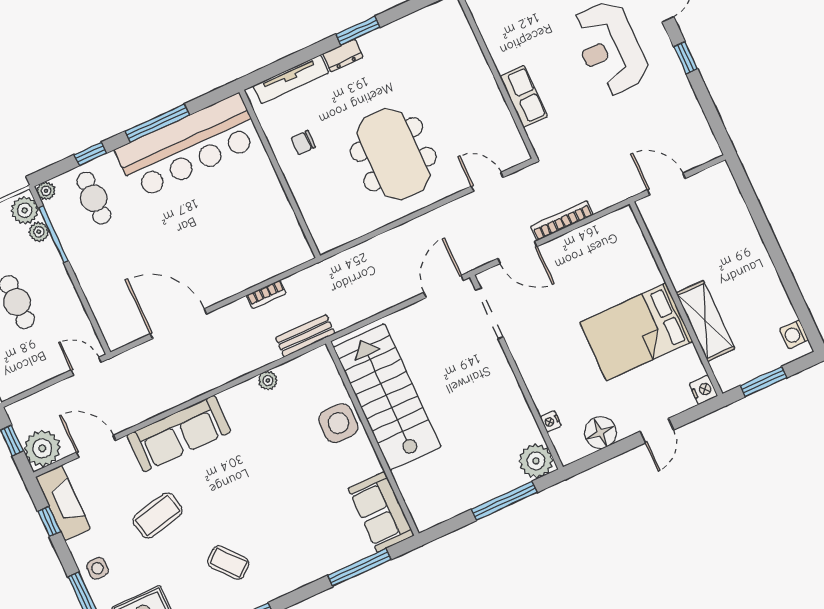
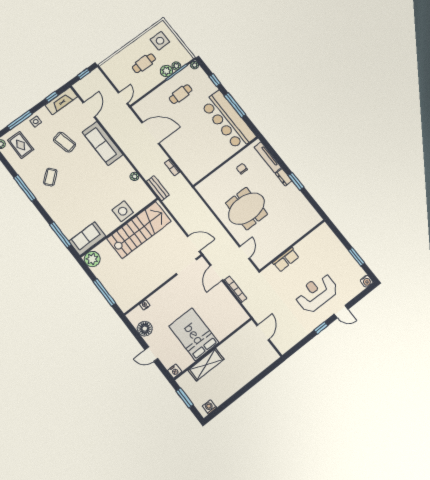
cafe table: (94, 198) -> (181, 94), moved
plant: (25, 210) -> (166, 71), moved
door: (179, 324) -> (150, 133), hinge flipped
plant: (42, 448) -> (83, 87), removed
plant: (536, 461) -> (92, 259), moved

